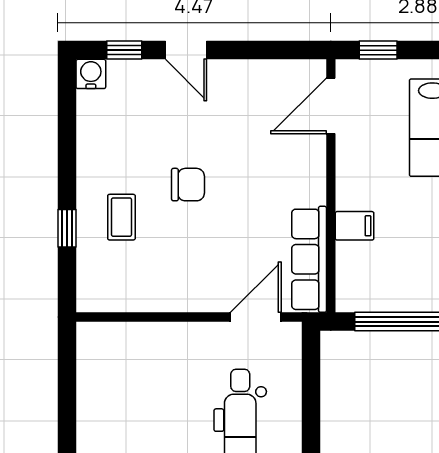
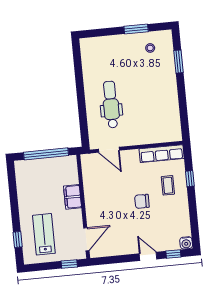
filing cabinet: (355, 226) -> (73, 197), width x2.00
row of seats: (309, 259) -> (162, 154), moved, turned 90
door: (256, 317) -> (109, 150), hinge flipped

